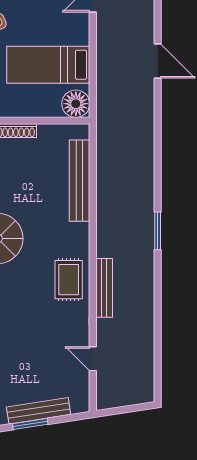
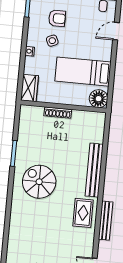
bench: (80, 181) -> (94, 170), moved

